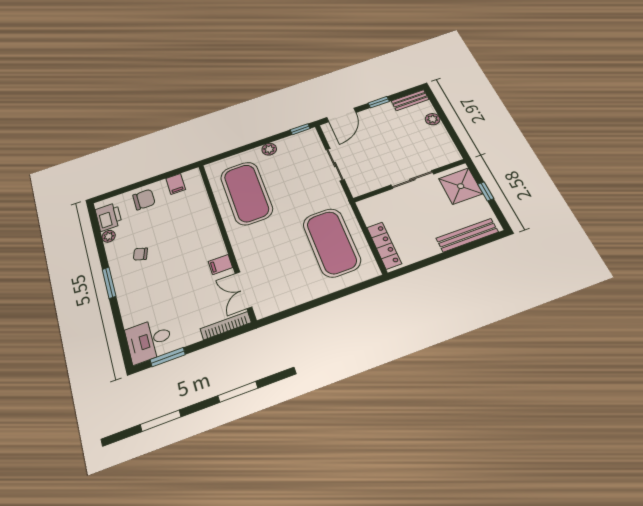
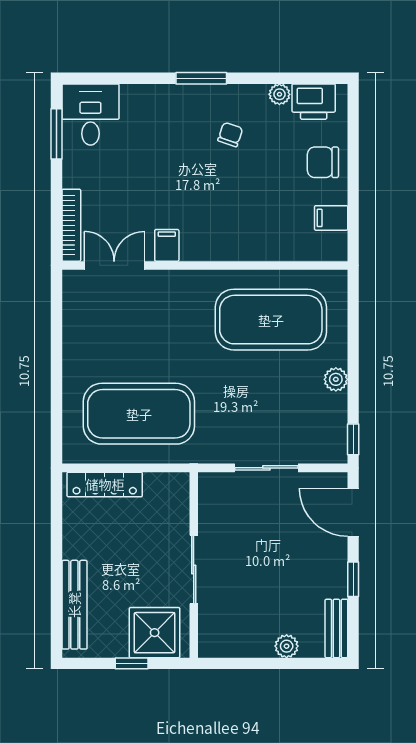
chair: (144, 200) -> (323, 162), turned 90

